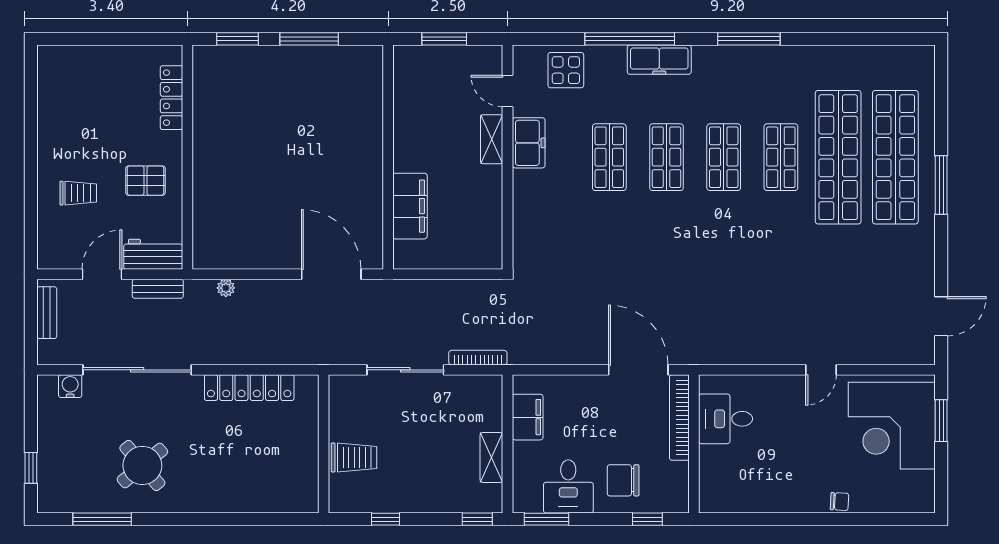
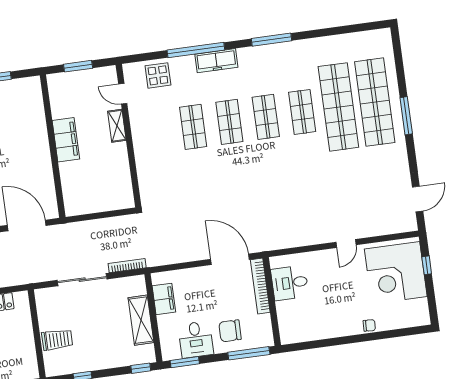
freezer: (529, 143) -> (141, 125), removed
filing cabinet: (410, 206) -> (66, 140), moved
window: (941, 421) -> (427, 265), width x0.67
shelving: (491, 457) -> (141, 320), width x1.50, depth x1.33
window: (647, 519) -> (249, 353), width x2.17

